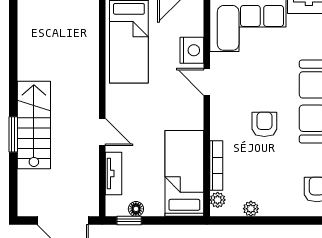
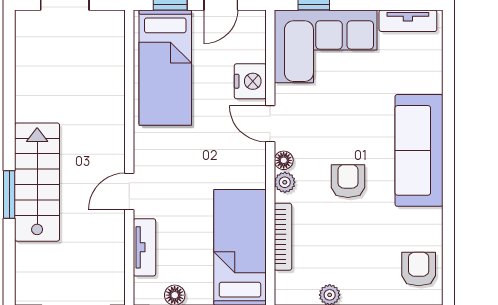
floor lamp: (217, 109) -> (284, 160), added
door: (102, 132) -> (129, 191), swing flipped
plant: (218, 200) -> (285, 182), moved

